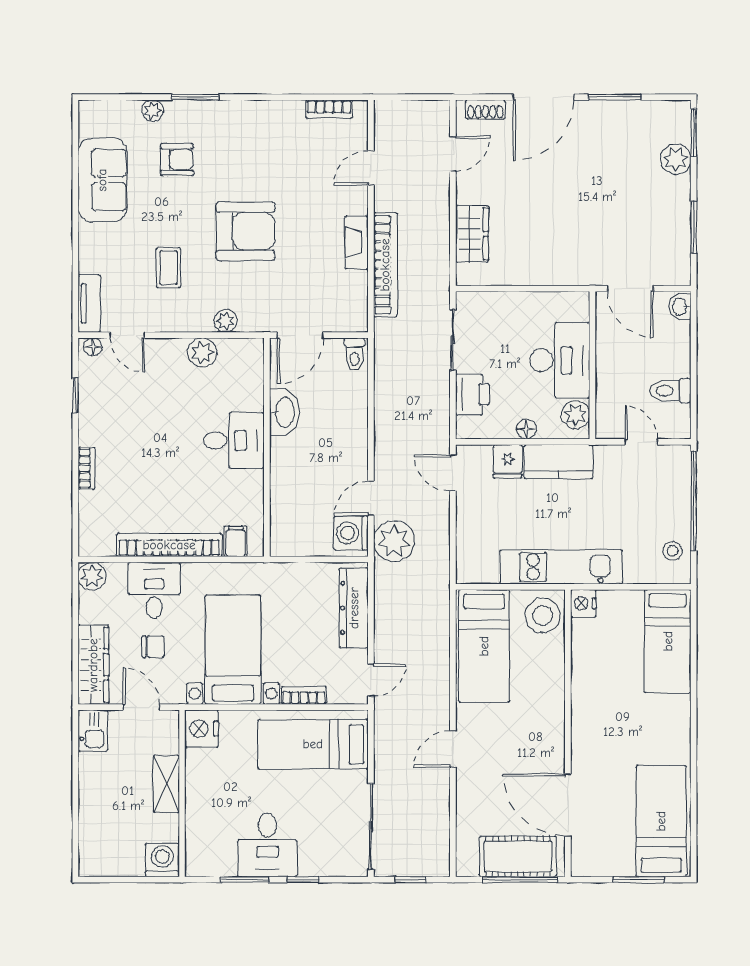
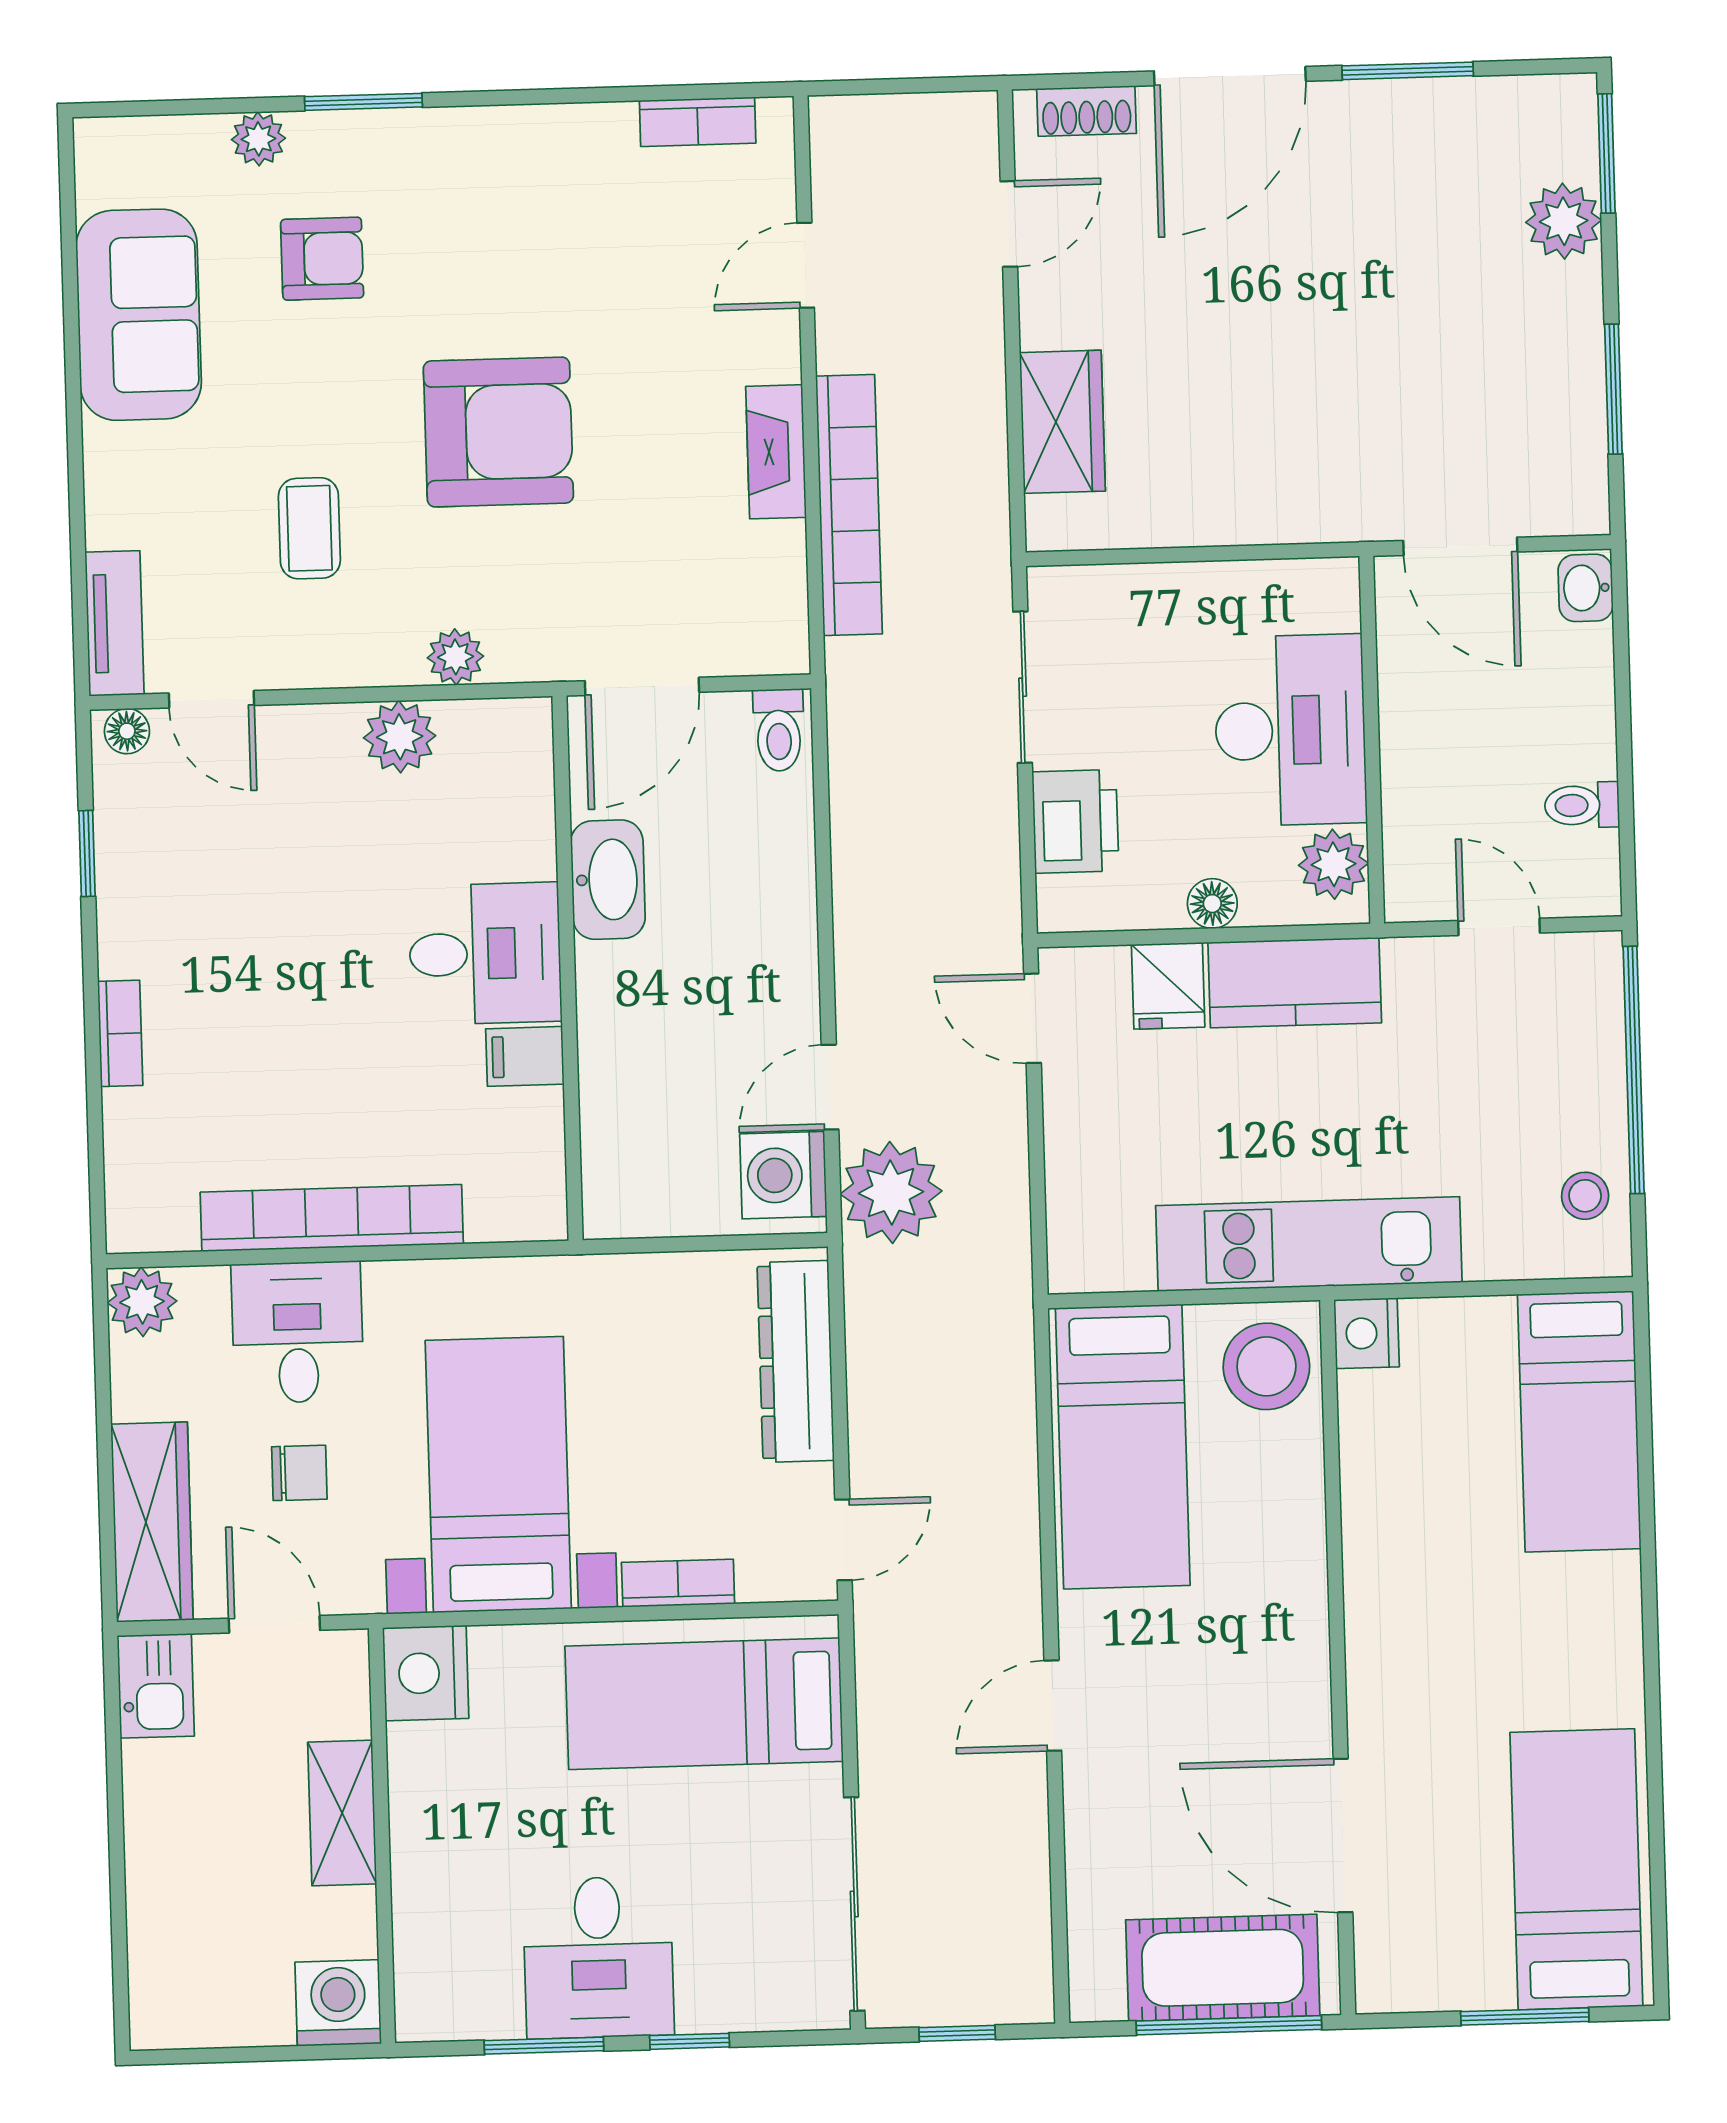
toilet: (670, 391) -> (1582, 805), width x0.73, depth x0.72
filing cabinet: (236, 541) -> (525, 1056), moved, turned -90

